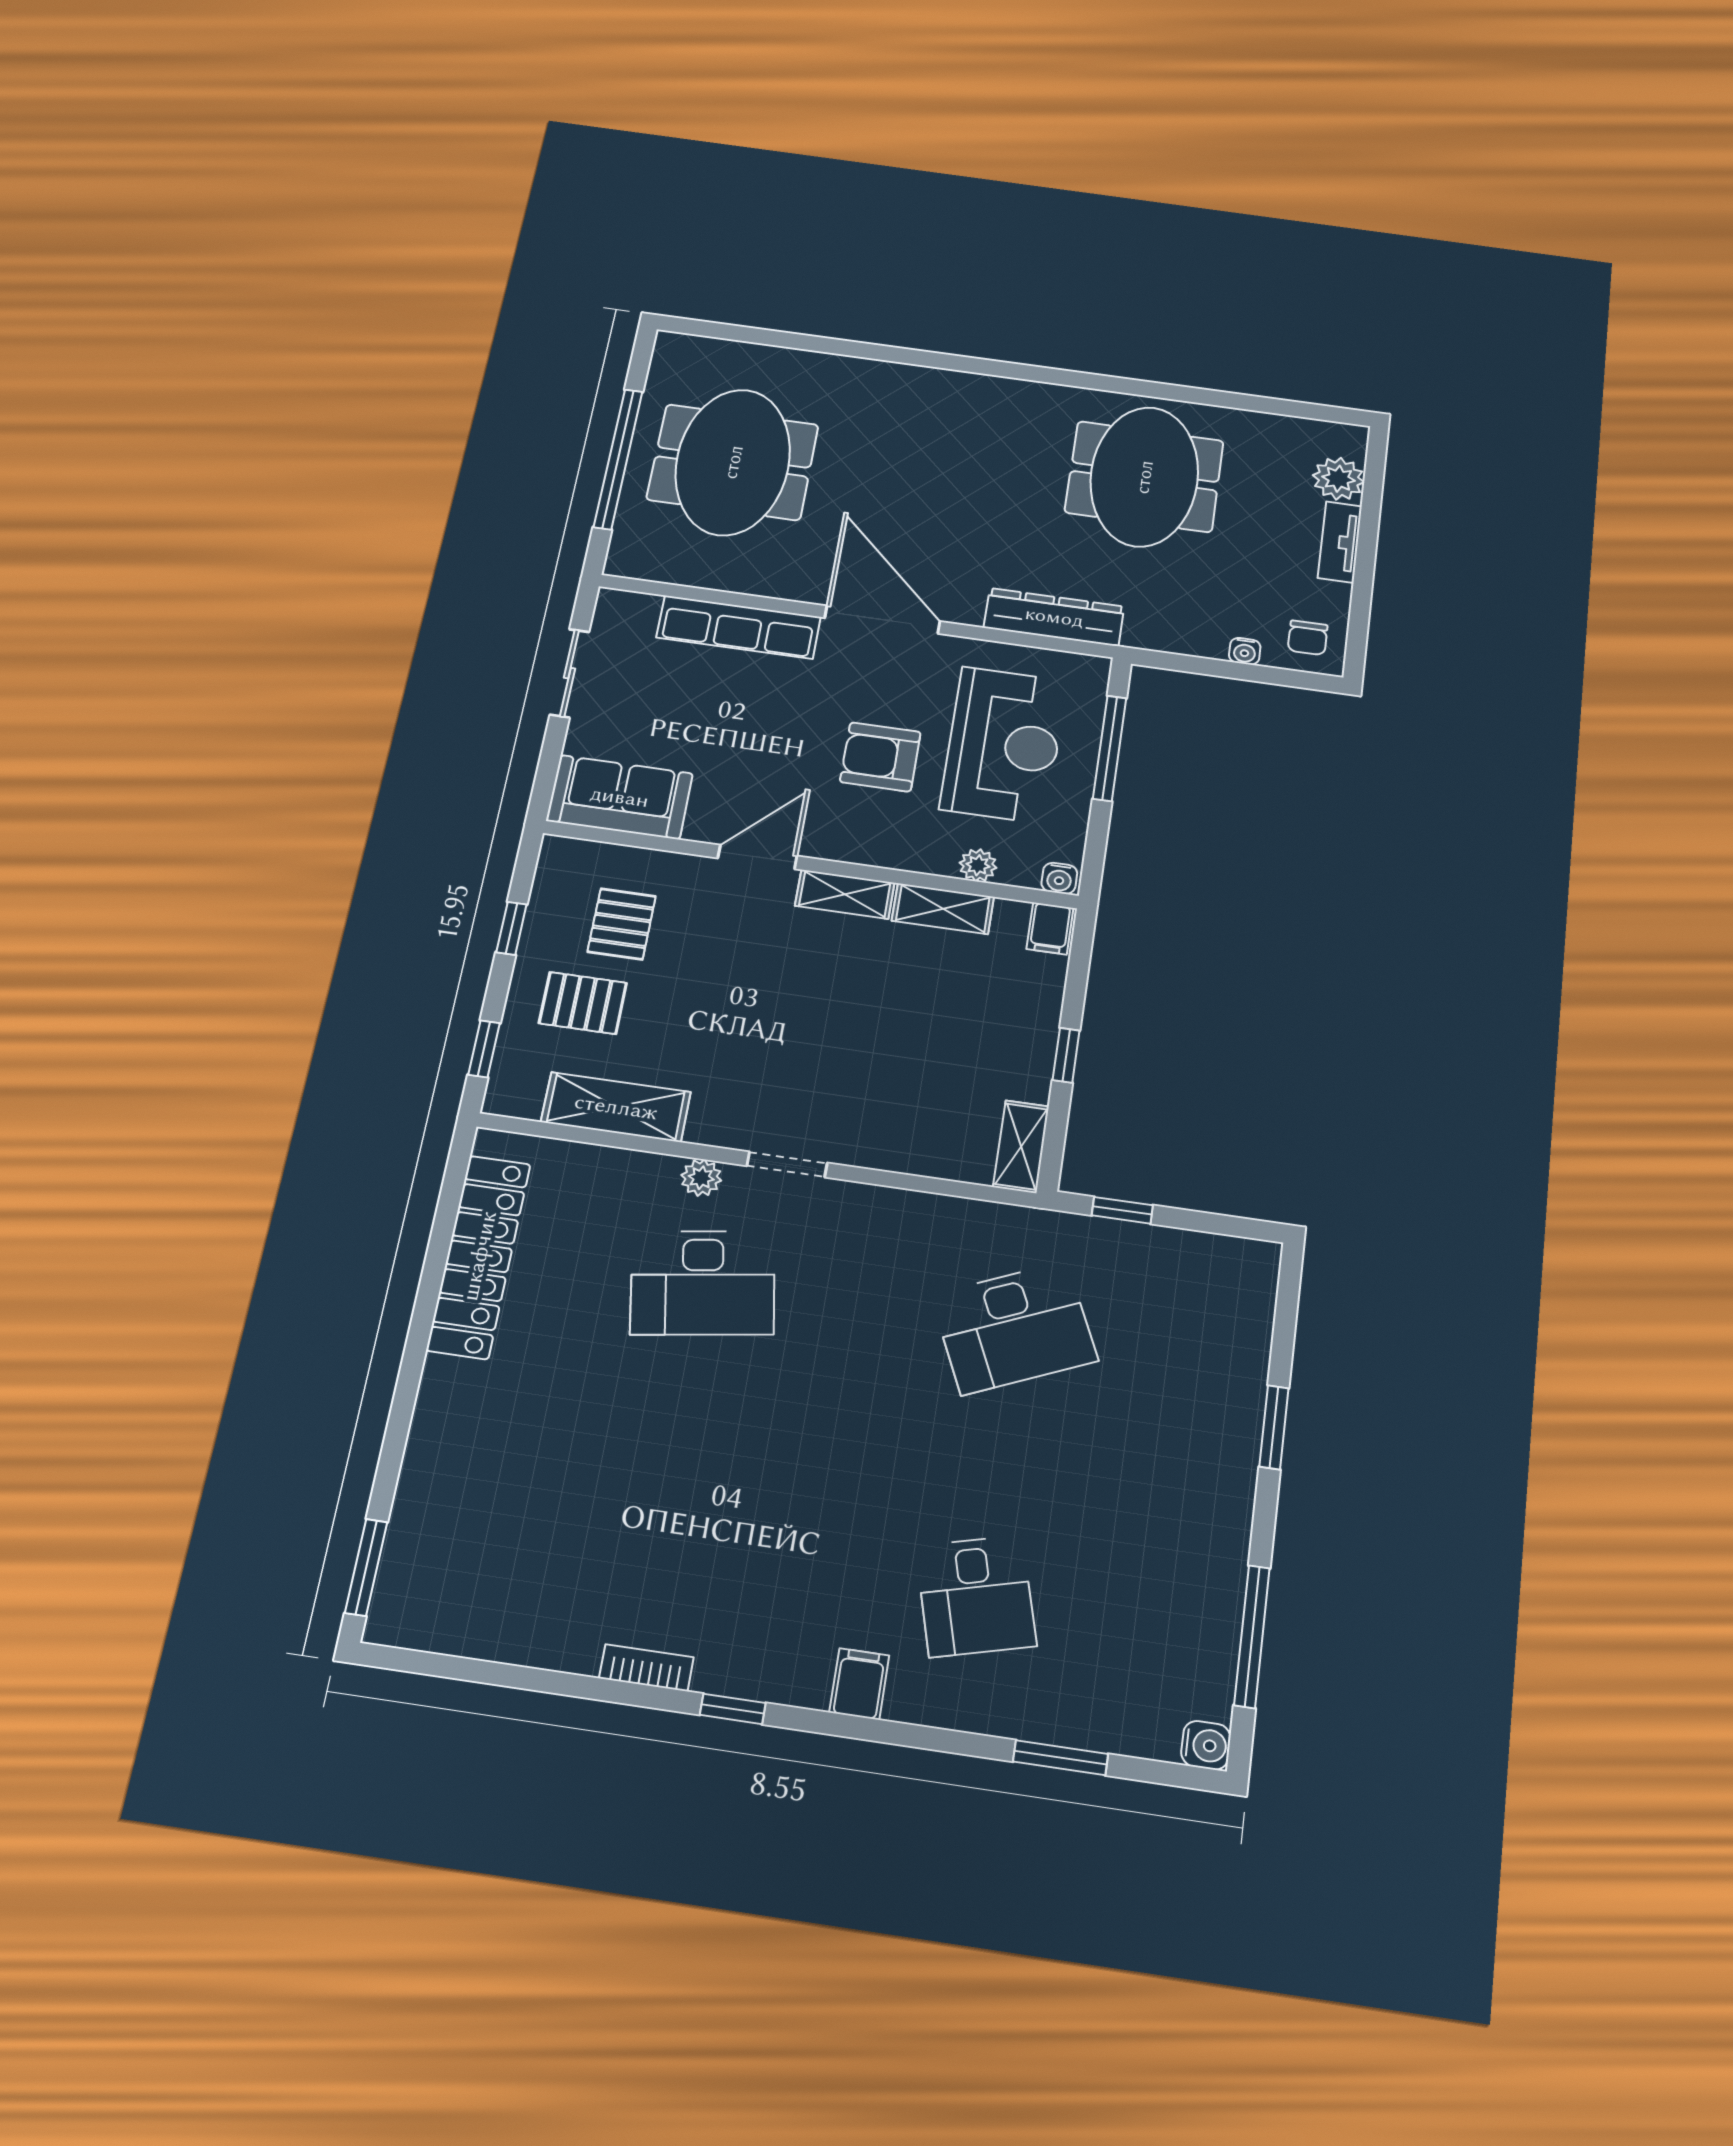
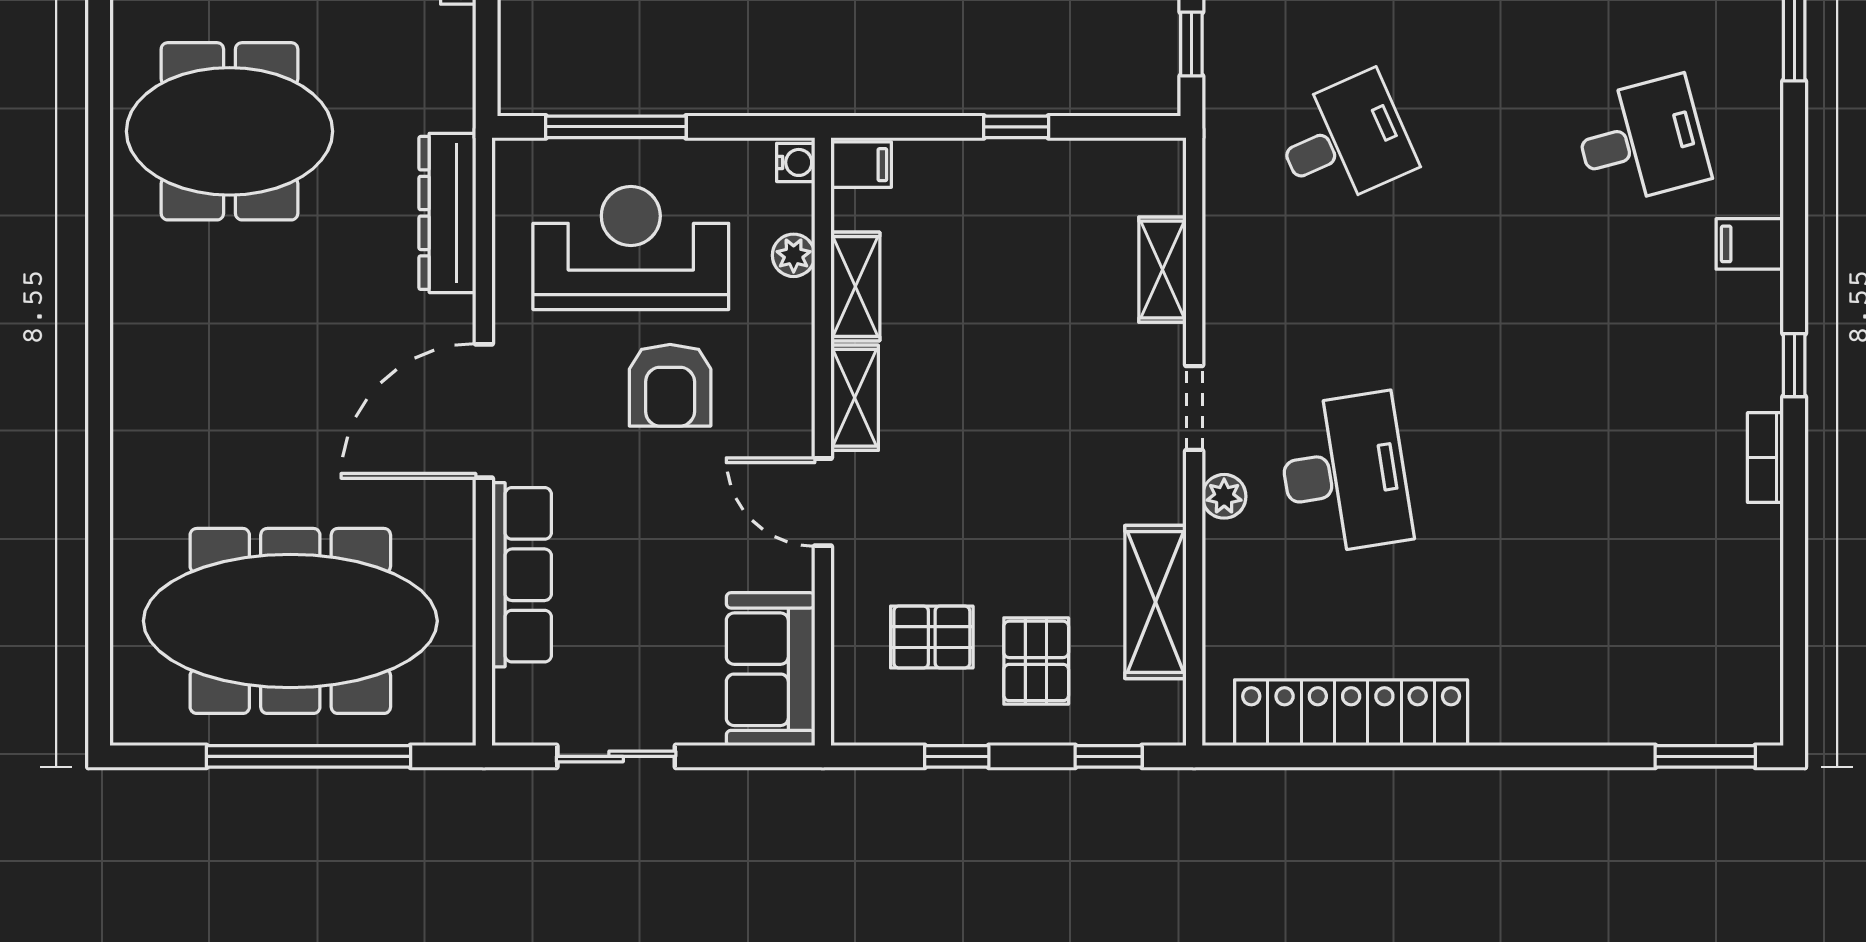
meeting table: (733, 462) -> (290, 621), width x1.36
shelving: (1021, 1147) -> (1162, 270), moved, turned 90
desk: (1014, 1328) -> (1344, 141), width x0.73

